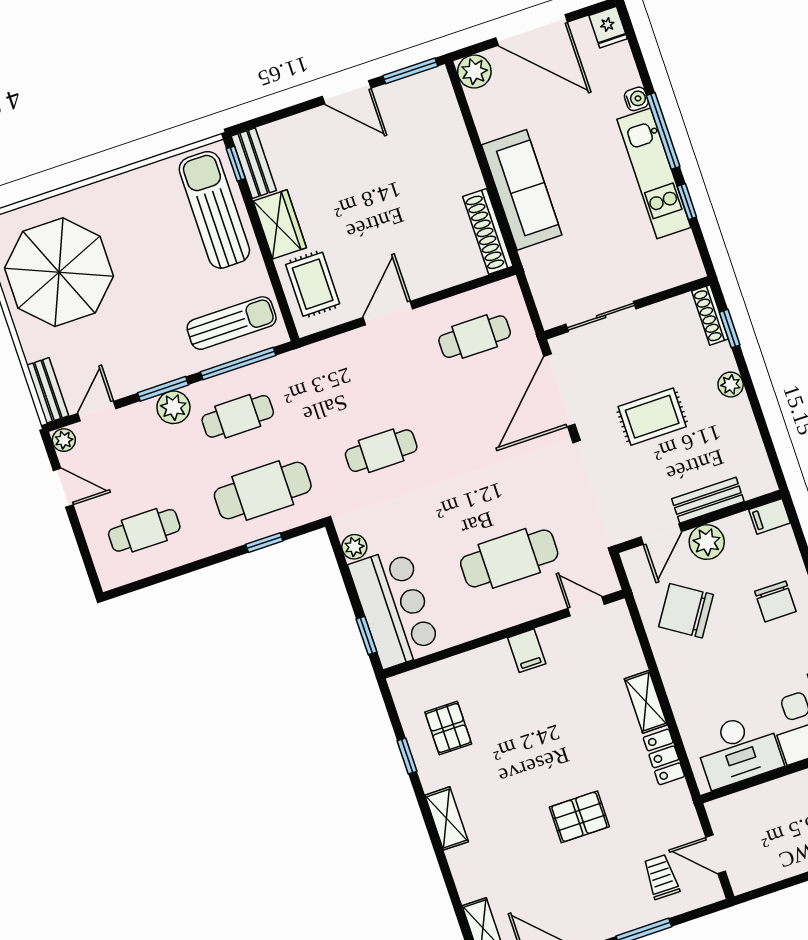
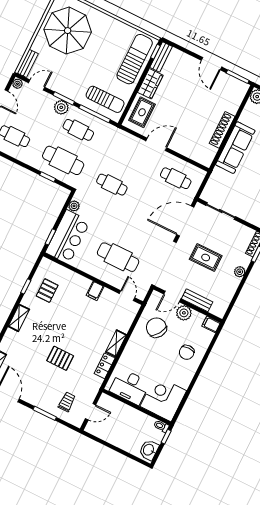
shoe rack: (488, 231) -> (222, 130), moved
door: (716, 854) -> (91, 412), swing flipped

